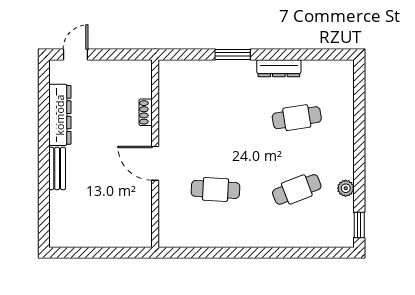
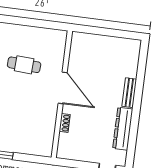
door: (155, 163) -> (63, 88), width x1.36

